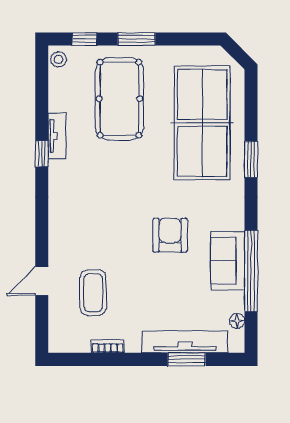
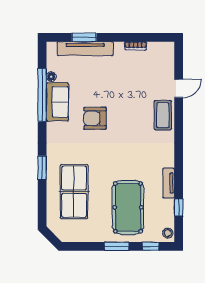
table tennis table: (202, 123) -> (74, 192), width x0.73, depth x0.76
window: (42, 154) -> (179, 208), moved
armchair: (170, 235) -> (95, 118), turned 90
coffee table: (93, 293) -> (163, 115), moved
floor lamp: (237, 321) -> (51, 77), moved

